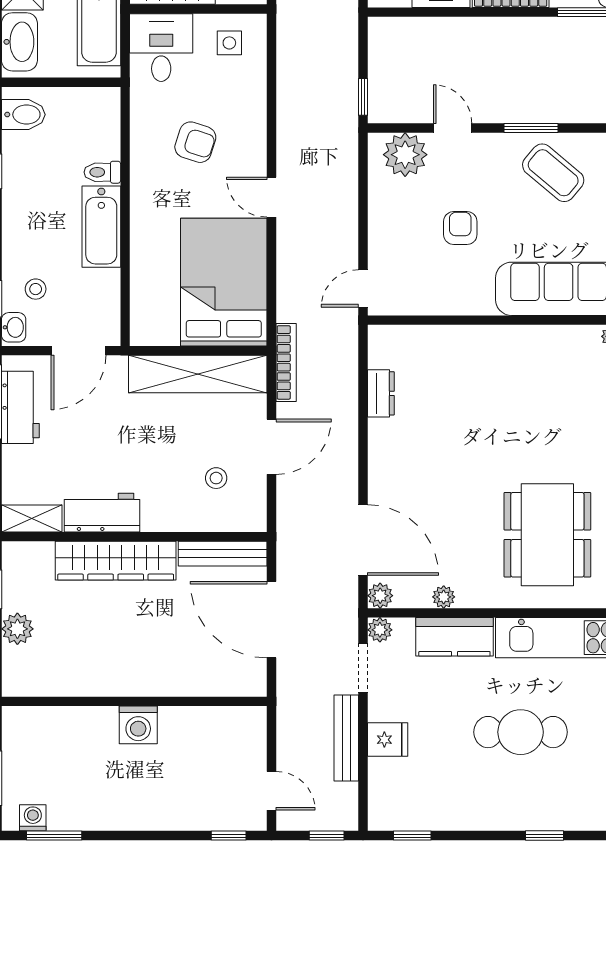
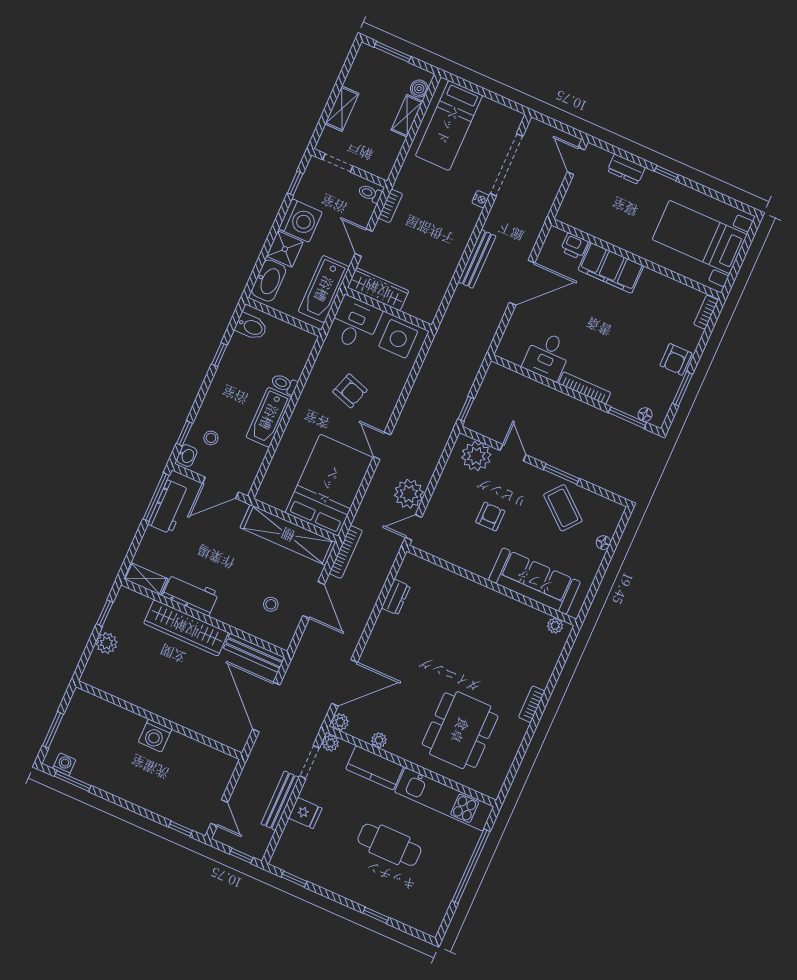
side table: (229, 43) -> (398, 339), width x1.87, depth x1.87
plant: (337, 246) -> (409, 494), added
door: (271, 447) -> (314, 600), hinge flipped
door: (363, 540) -> (345, 683), hinge flipped

